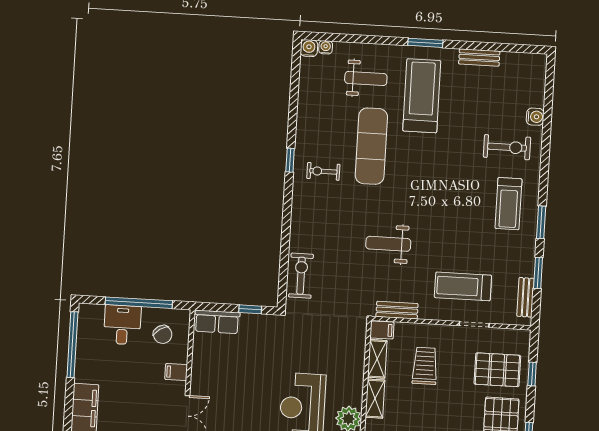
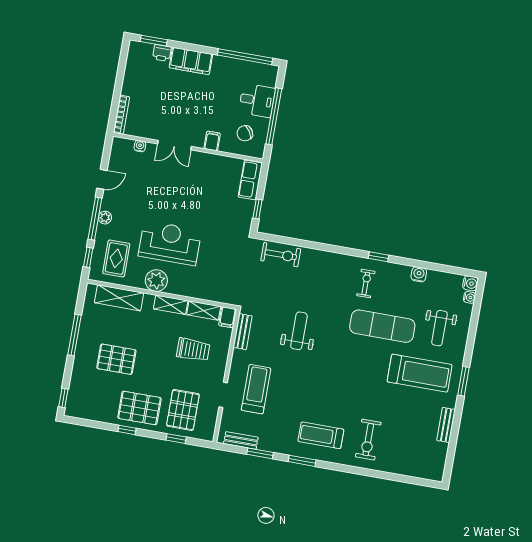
water cooler: (535, 117) -> (419, 274), moved, turned 180

